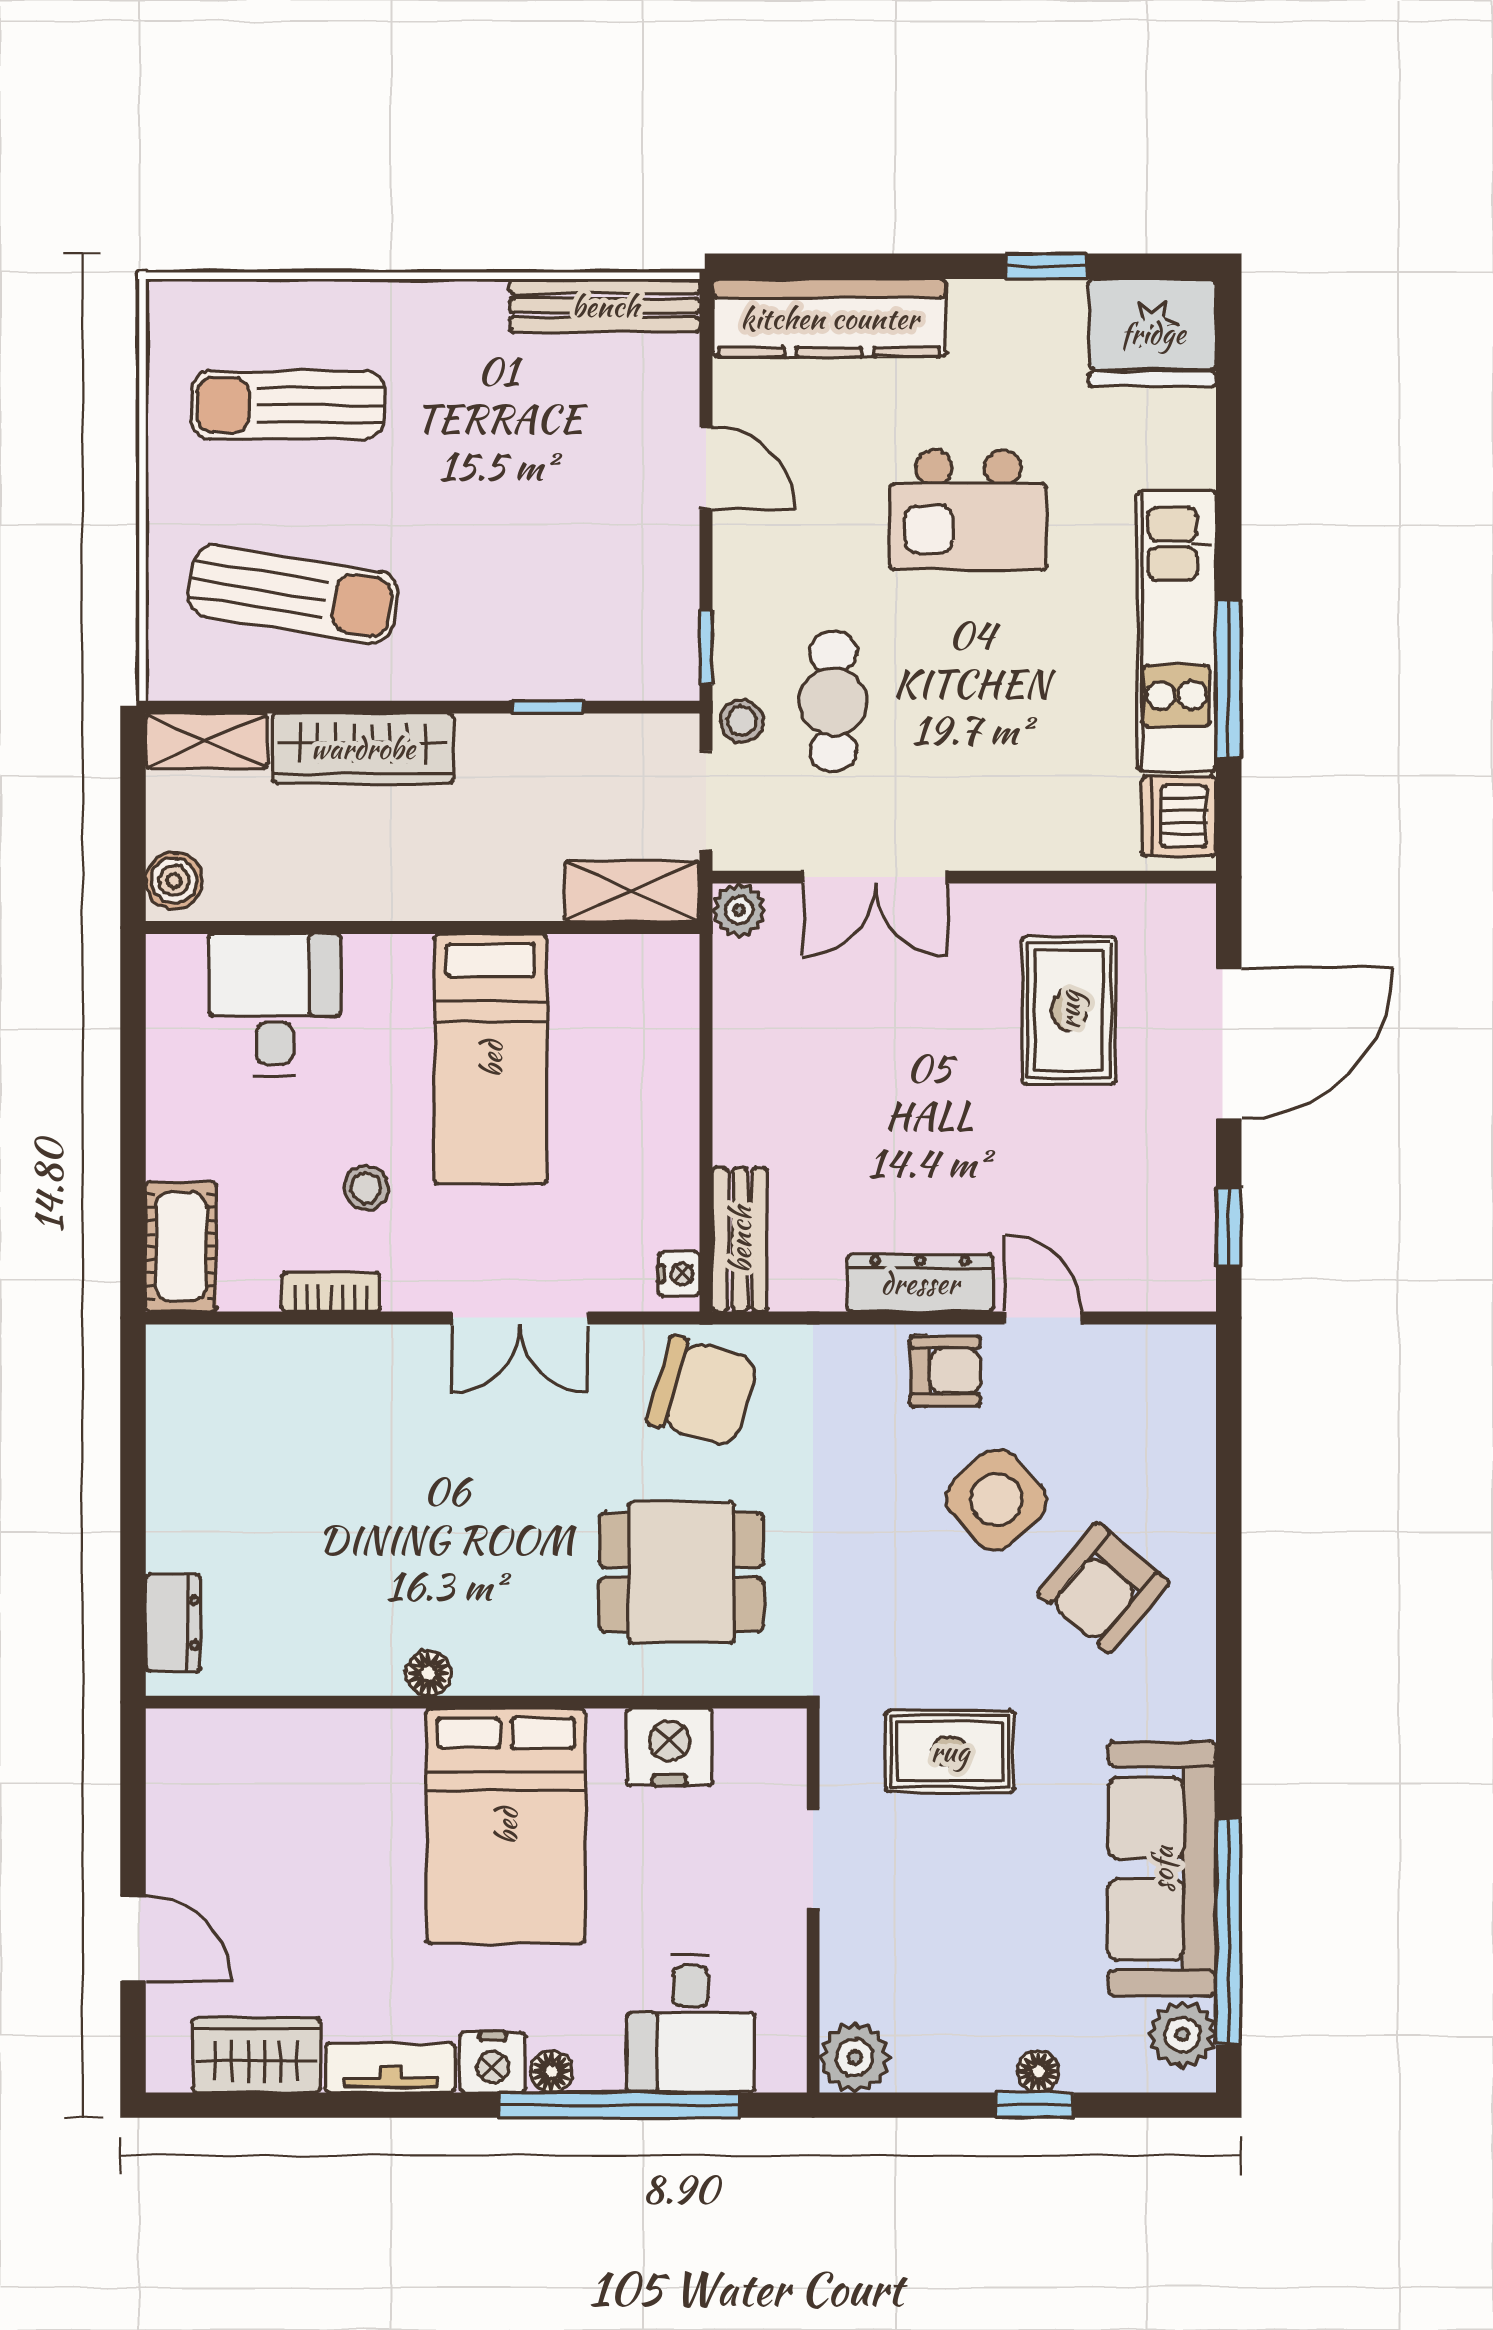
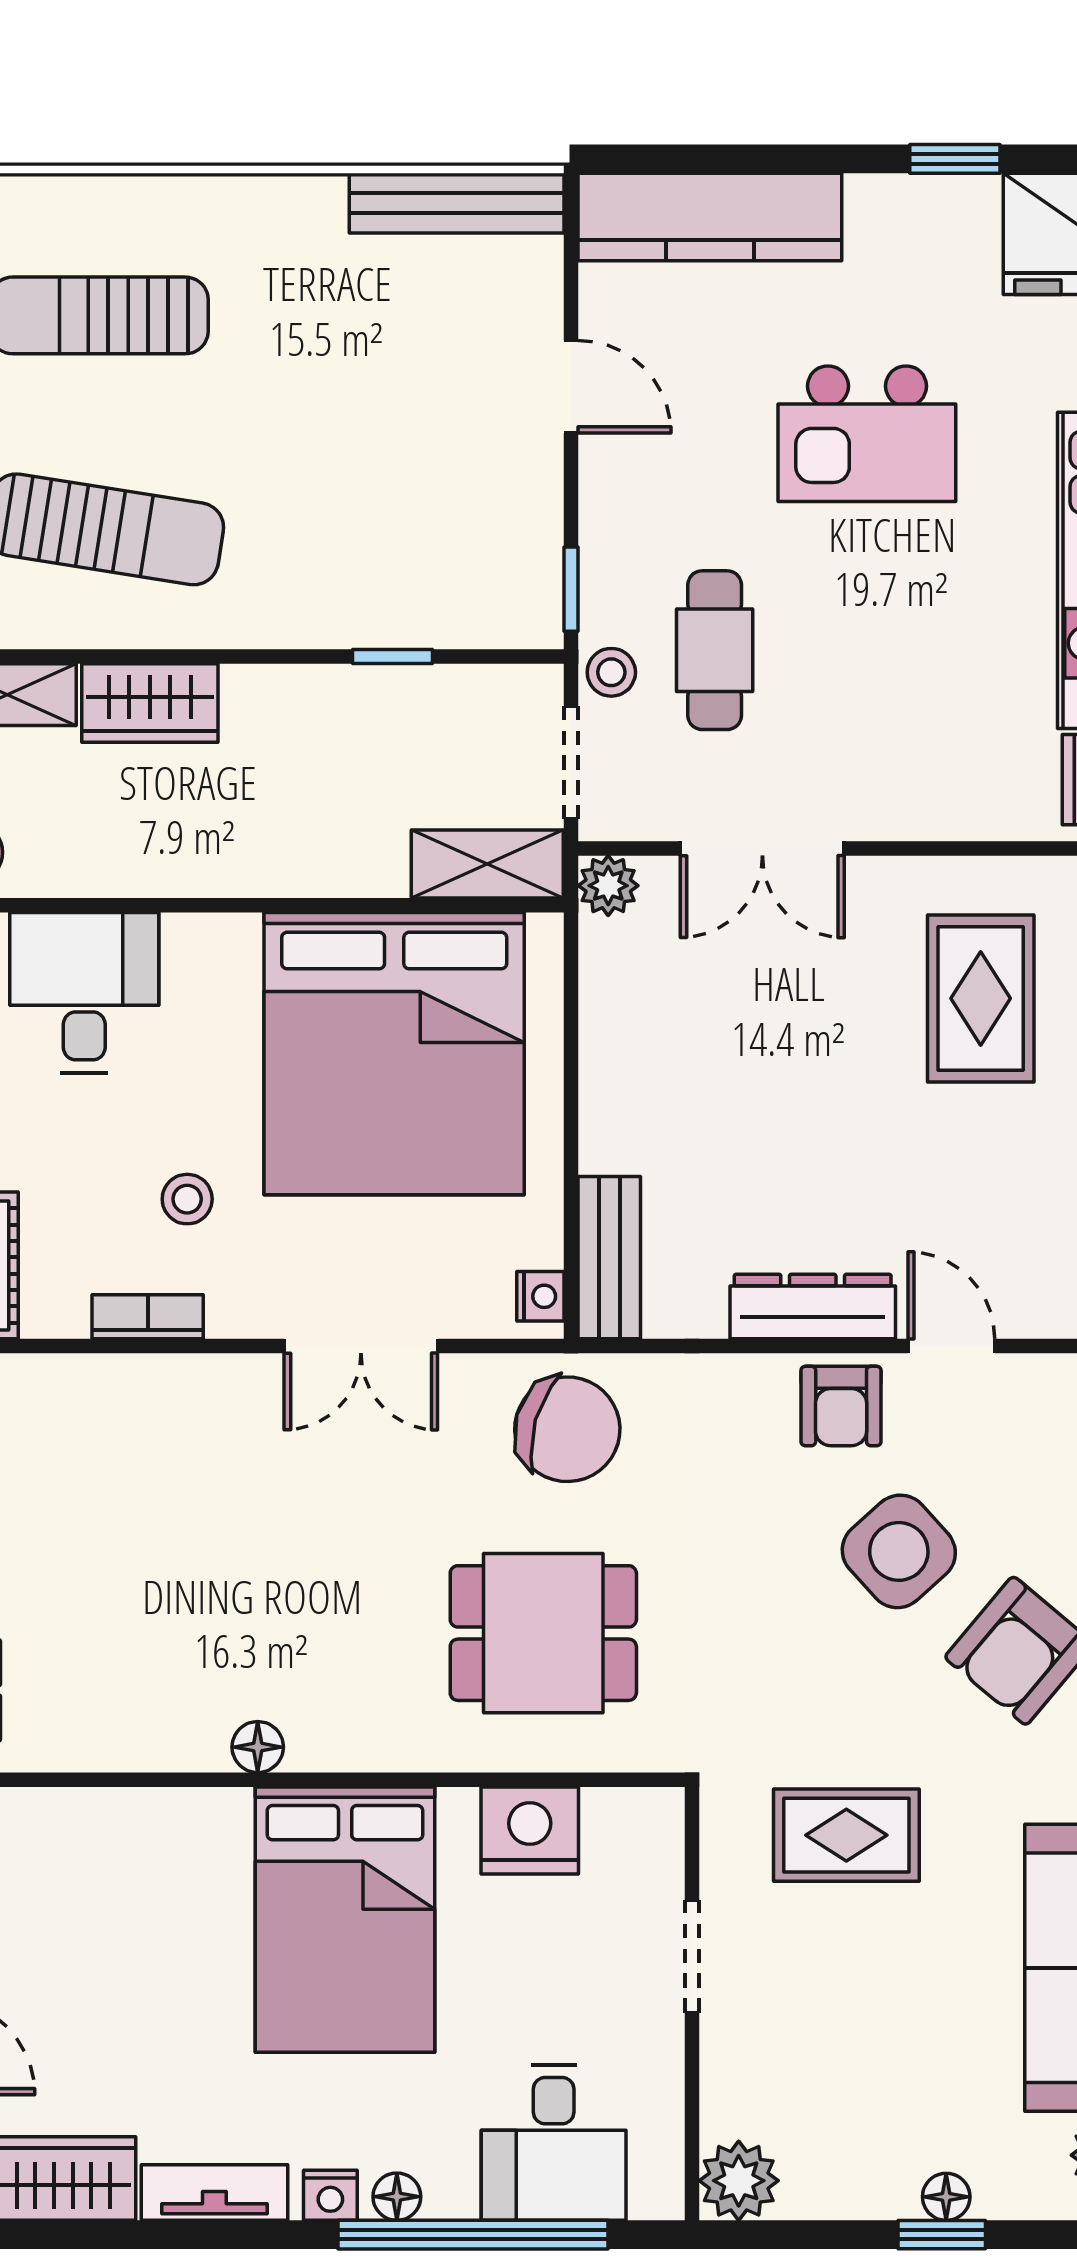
wardrobe: (363, 748) -> (150, 703), width x0.67
bed: (491, 1059) -> (394, 1054), width x2.04
armchair: (945, 1371) -> (841, 1406), turned 90
nightstand: (493, 2062) -> (330, 2195), width x0.72, depth x0.74

